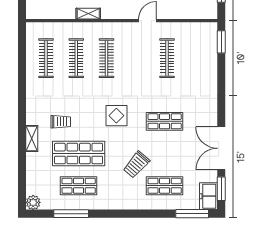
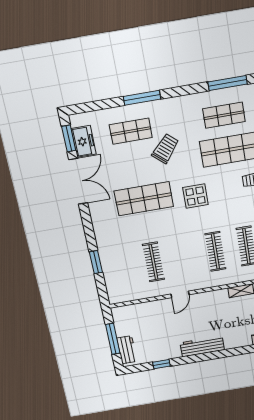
window: (221, 42) -> (96, 262), moved
shop shelf: (165, 121) -> (144, 199), width x1.43, depth x1.36
freezer: (209, 196) -> (84, 141), moved
window: (192, 214) -> (142, 98), moved

